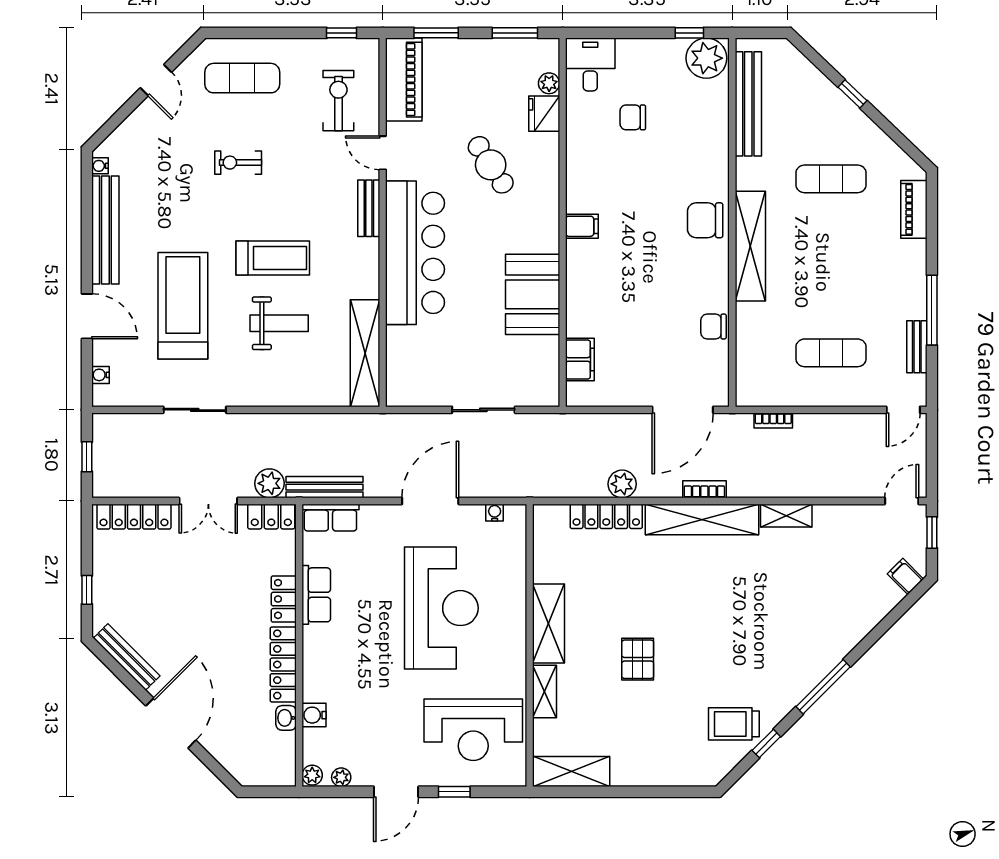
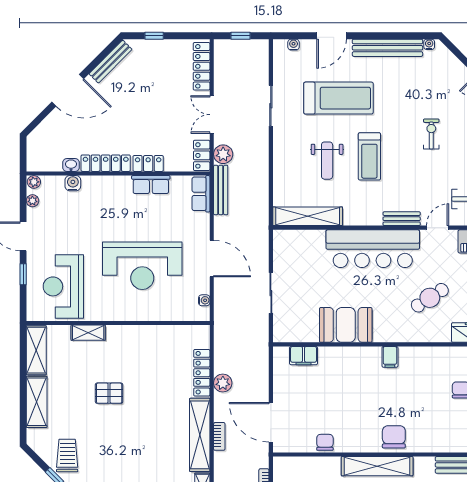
shelving: (548, 624) -> (37, 402), moved, turned 90

